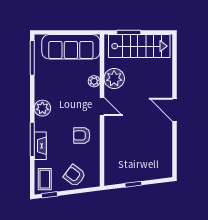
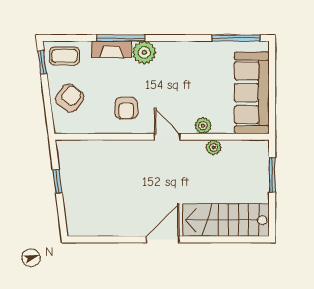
stairs: (139, 46) -> (226, 220), moved, turned 90
plant: (114, 79) -> (214, 147), width x0.53, depth x0.53
door: (102, 107) -> (167, 137), swing flipped
plant: (42, 108) -> (144, 53), moved
armchair: (82, 135) -> (126, 108), turned 180

